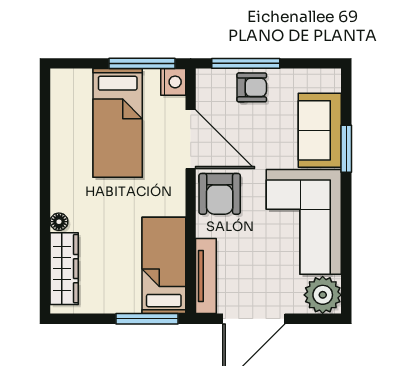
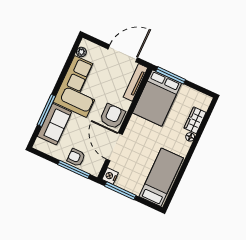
bed: (118, 123) -> (161, 177), moved
window: (346, 149) -> (46, 110), width x1.44
bed: (164, 265) -> (157, 98), width x1.50
wardrobe: (64, 269) -> (195, 120), width x0.67
plant: (323, 295) -> (81, 52), width x0.53, depth x0.53

